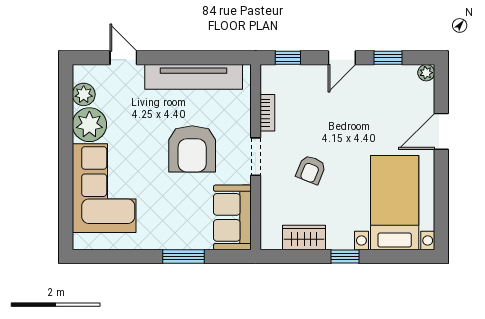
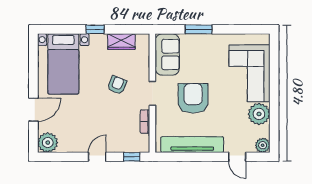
window: (388, 58) -> (68, 157), removed
plant: (426, 73) -> (48, 143), width x1.87, depth x1.87
plant: (84, 94) -> (263, 145), moved

